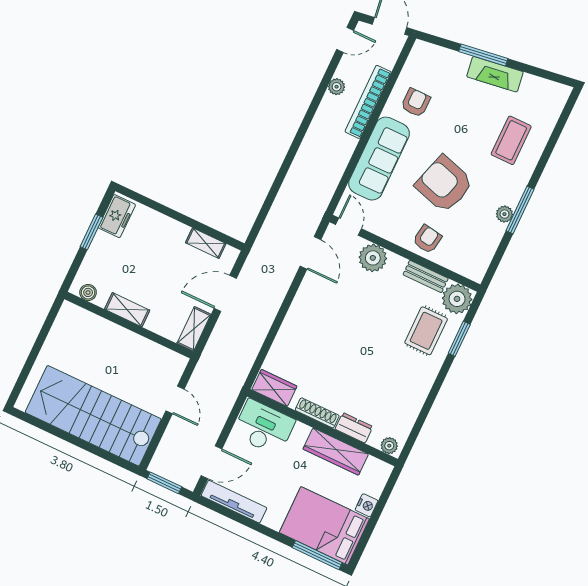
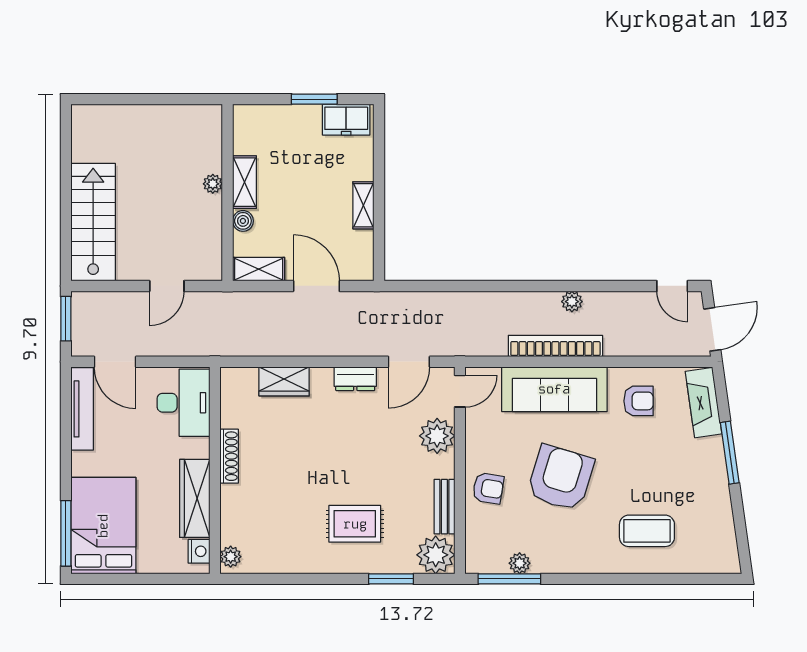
fireplace: (495, 74) -> (704, 403), moved
plant: (337, 87) -> (572, 302), moved
bookcase: (368, 102) -> (555, 346), moved
window: (520, 210) -> (509, 579), moved
plant: (504, 214) -> (520, 563), moved
shelving: (206, 243) -> (363, 205), moved
boiler: (88, 292) -> (243, 221), moved
rug: (426, 331) -> (355, 524), moved
plant: (118, 333) -> (213, 184), added
wardrobe: (274, 388) -> (284, 381), moved, turned 90
stairs: (93, 416) -> (93, 222), width x0.73, depth x0.66
dresser: (354, 428) -> (355, 379), moved, turned 90
nightstand: (367, 505) -> (199, 551), moved, turned -90

